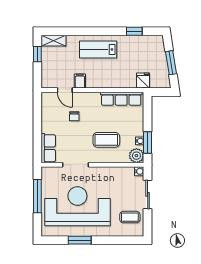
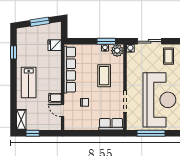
door: (65, 90) -> (63, 110), swing flipped
row of seats: (121, 99) -> (70, 70), width x1.36
reception desk: (77, 206) -> (159, 100), turned 180

